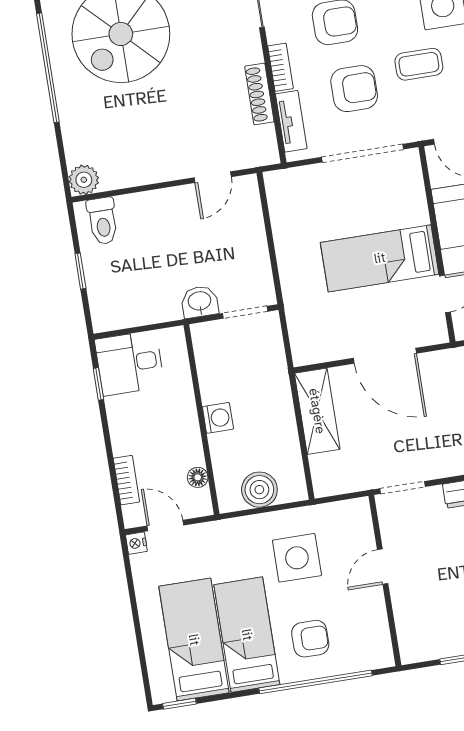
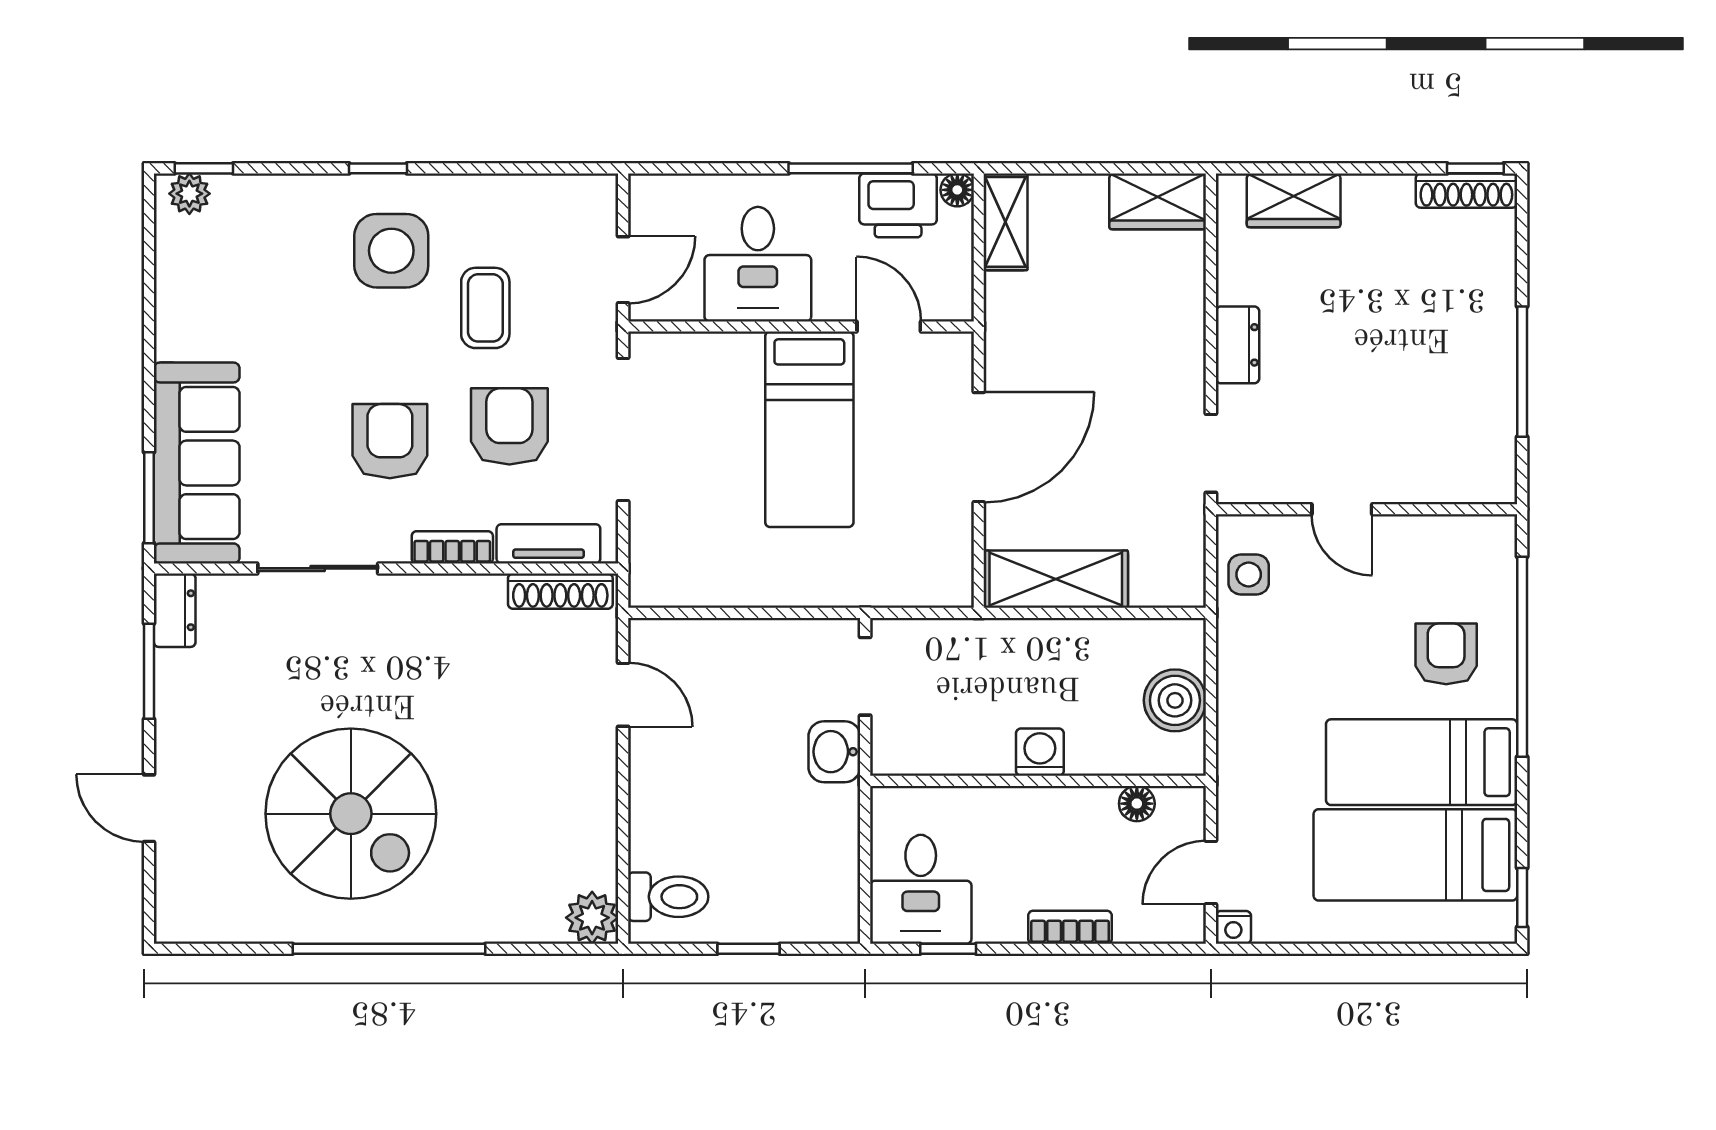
shoe rack: (259, 94) -> (560, 591), moved
bookcase: (126, 480) -> (1070, 927), moved
side table: (297, 558) -> (1249, 574), moved, width x0.54, depth x0.54

